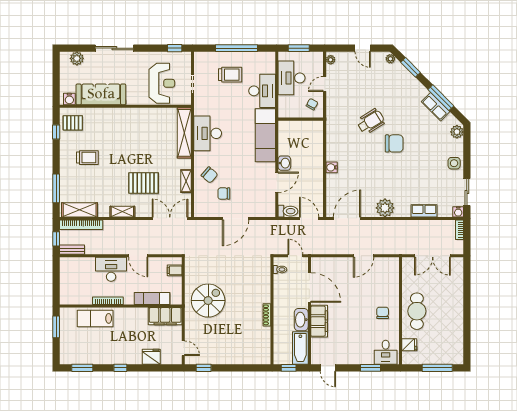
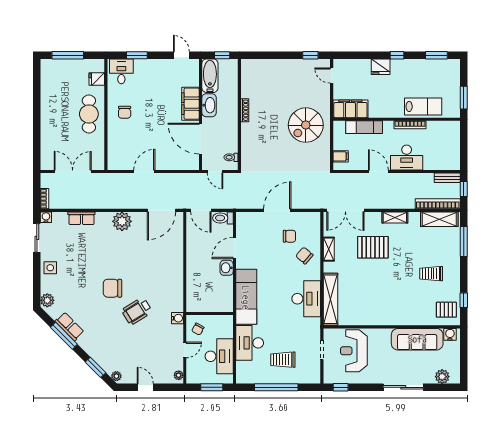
water cooler: (332, 167) -> (177, 318), moved
fridge: (151, 357) -> (381, 67), moved

